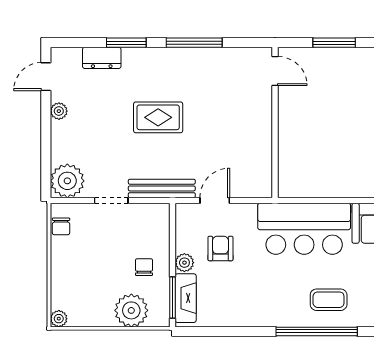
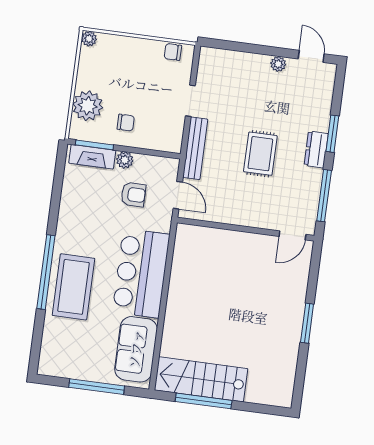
dresser: (102, 58) -> (316, 150), moved
door: (275, 71) -> (292, 235), moved
wall: (275, 122) -> (246, 229), moved
plant: (67, 181) -> (214, 63), removed
coffee table: (329, 300) -> (73, 287), width x1.86, depth x1.72

